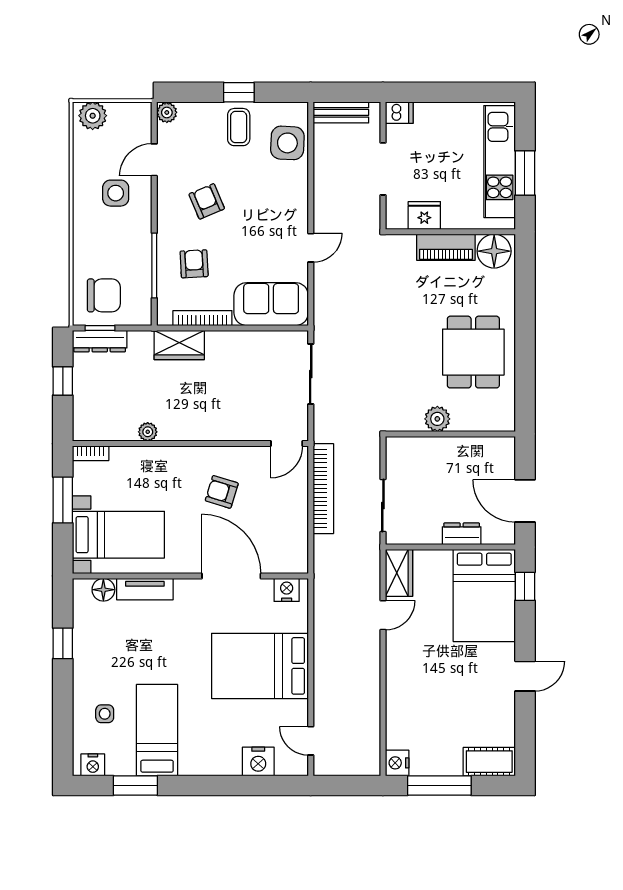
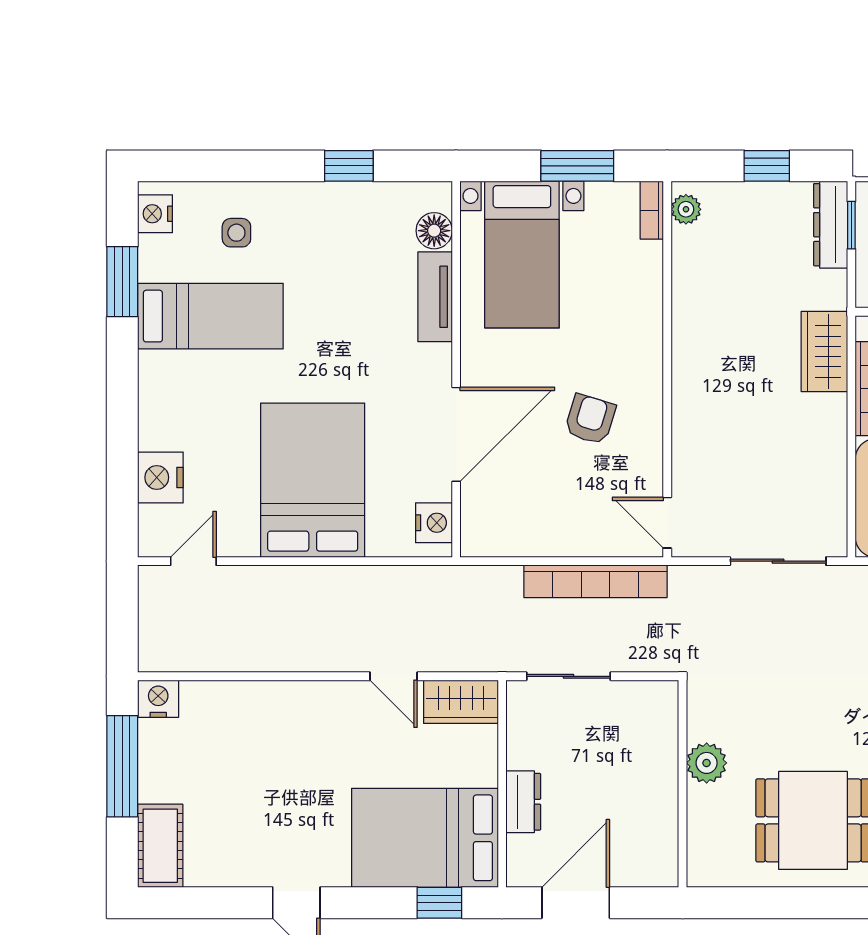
plant: (148, 432) -> (686, 209), moved

